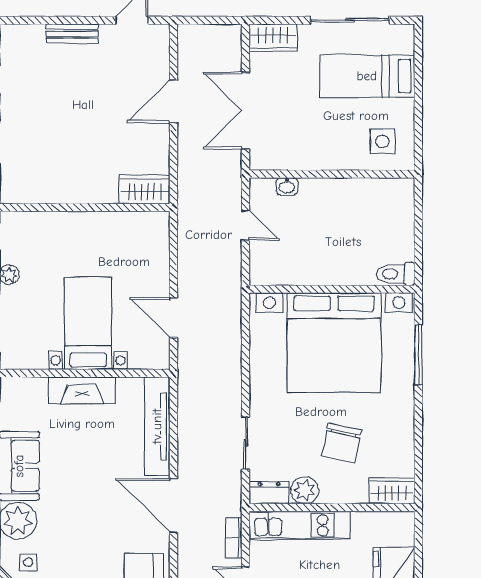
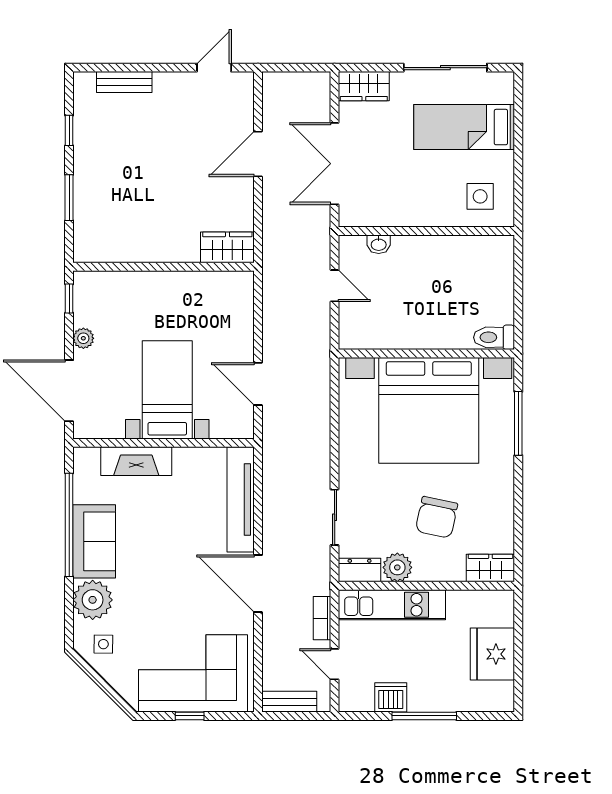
bench: (72, 34) -> (124, 82), moved
fireplace: (82, 390) -> (136, 461), moved

